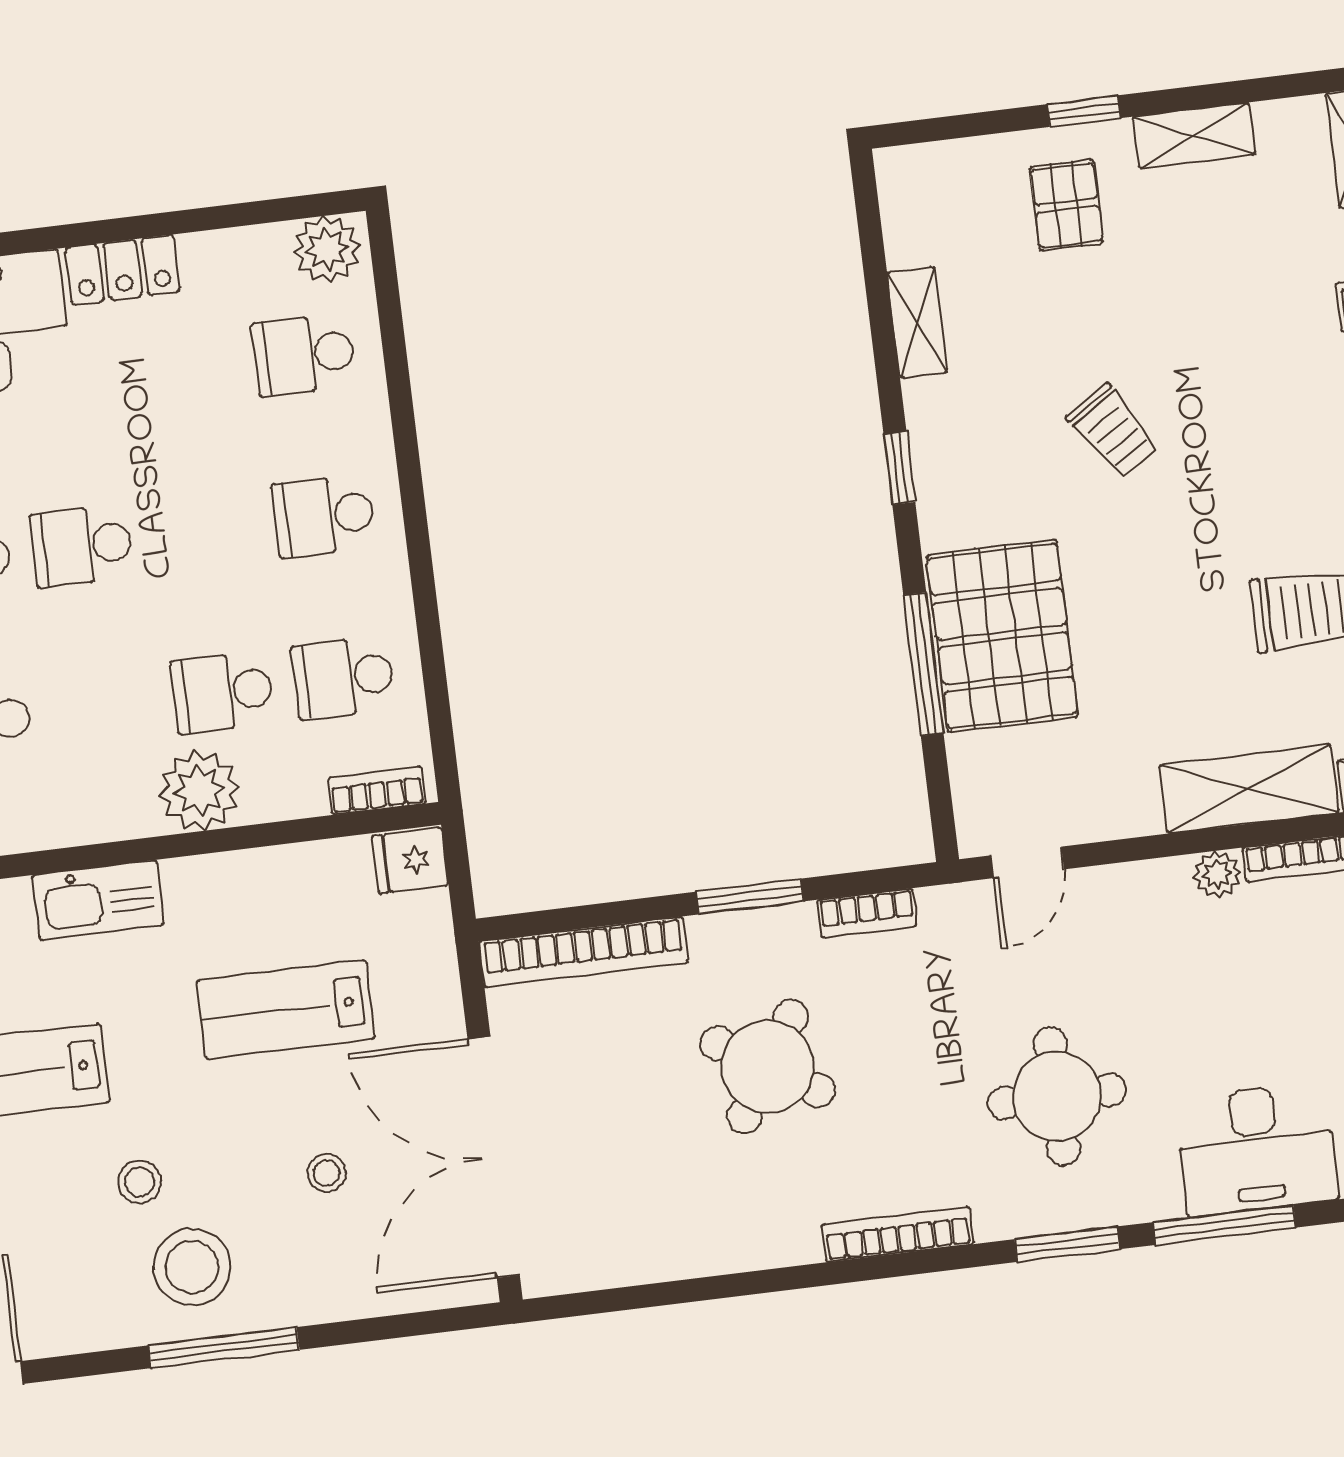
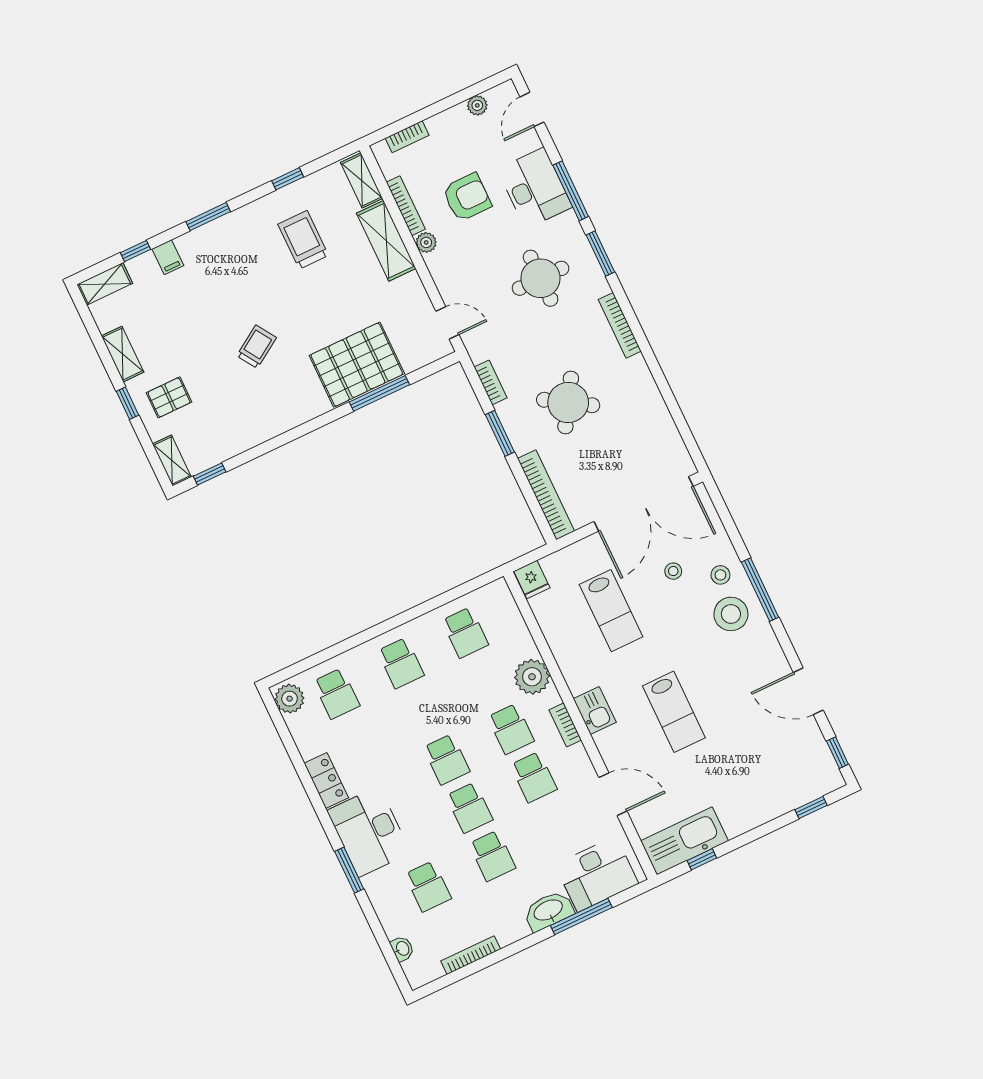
shelving: (917, 322) -> (172, 461), moved, turned 90
window: (899, 468) -> (210, 474), moved
school desk: (222, 692) -> (511, 729), moved
bookcase: (377, 791) -> (565, 725), moved
kitchen sink: (98, 900) -> (595, 710), width x0.73
armchair: (1285, 995) -> (467, 197), added
stool: (140, 1182) -> (720, 575), moved

